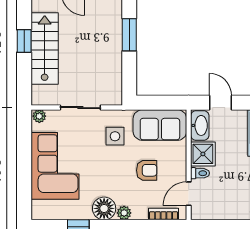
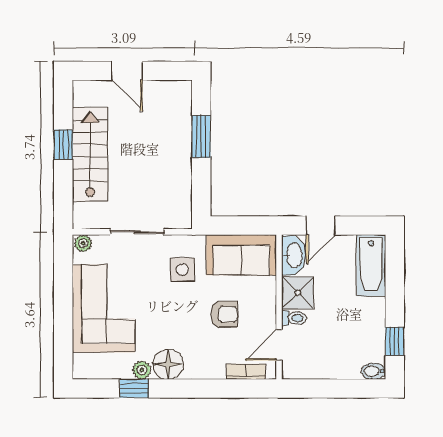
door: (220, 103) -> (321, 226), swing flipped
plant: (124, 213) -> (142, 370), moved

